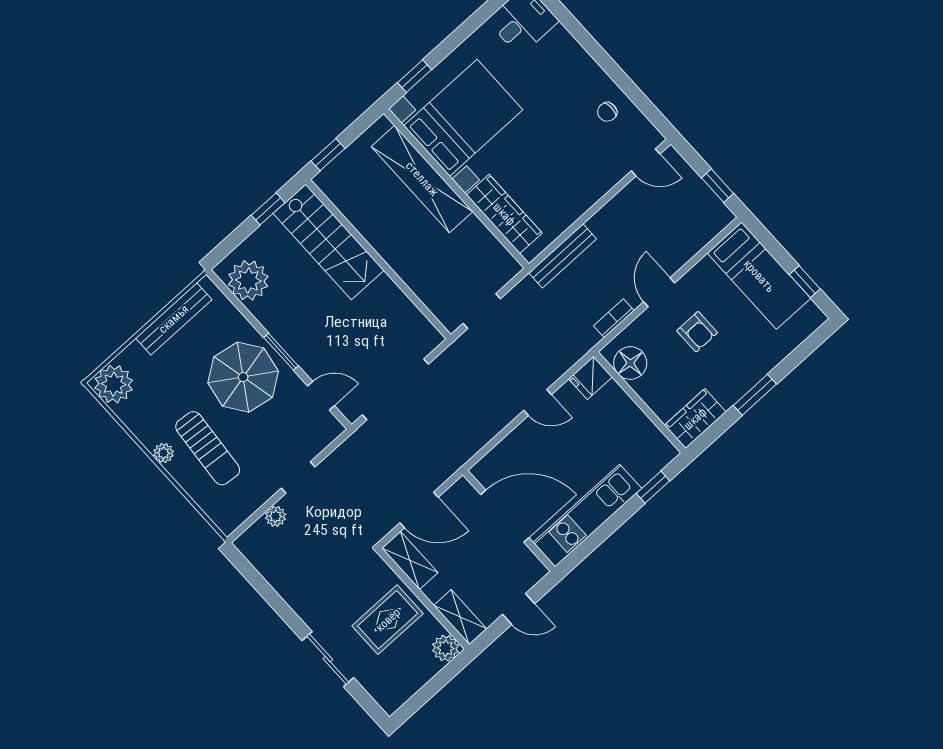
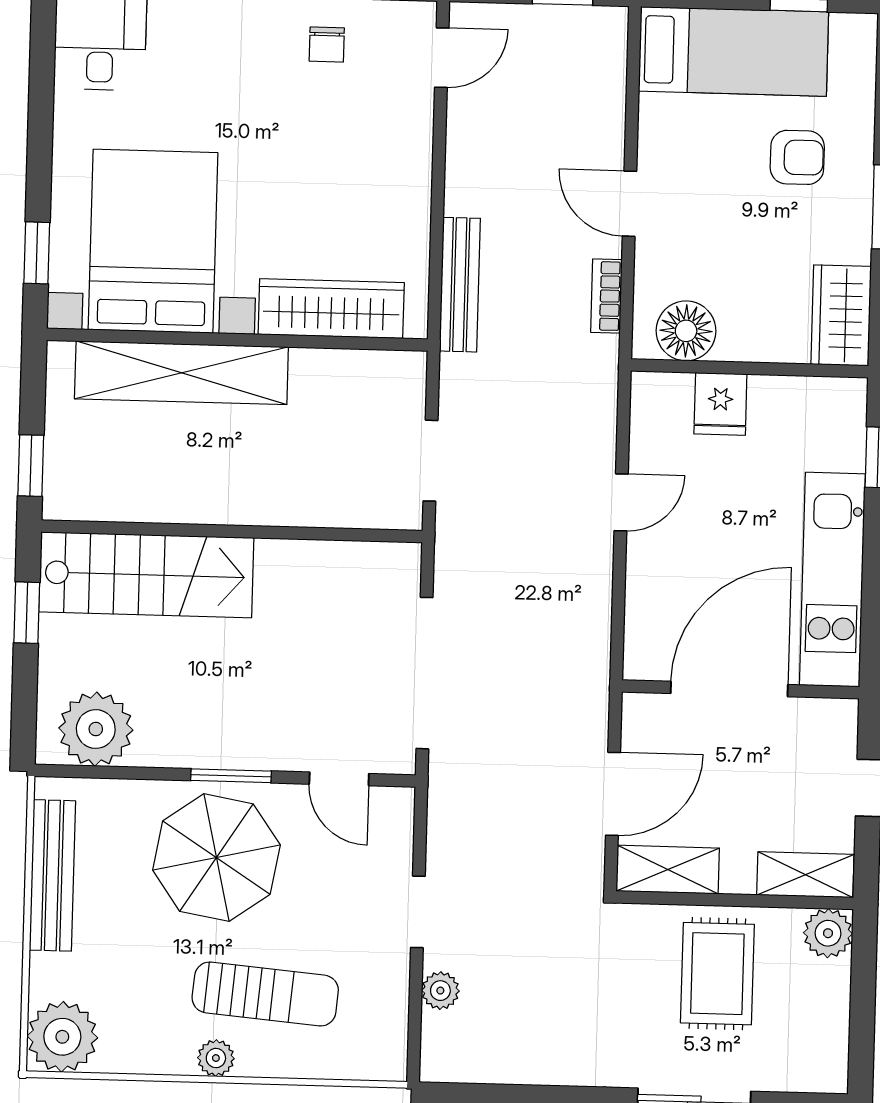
armchair: (697, 332) -> (797, 157), moved
fridge: (590, 378) -> (720, 404), moved
door: (321, 396) -> (339, 779), swing flipped

